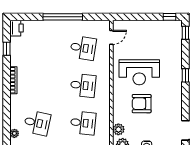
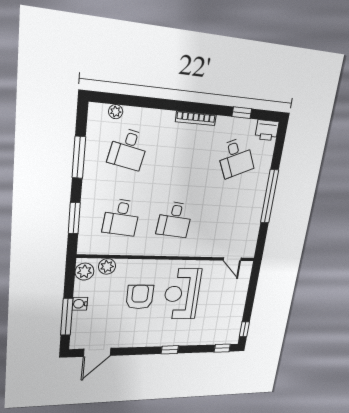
desk: (83, 48) -> (235, 158), moved, turned -33

